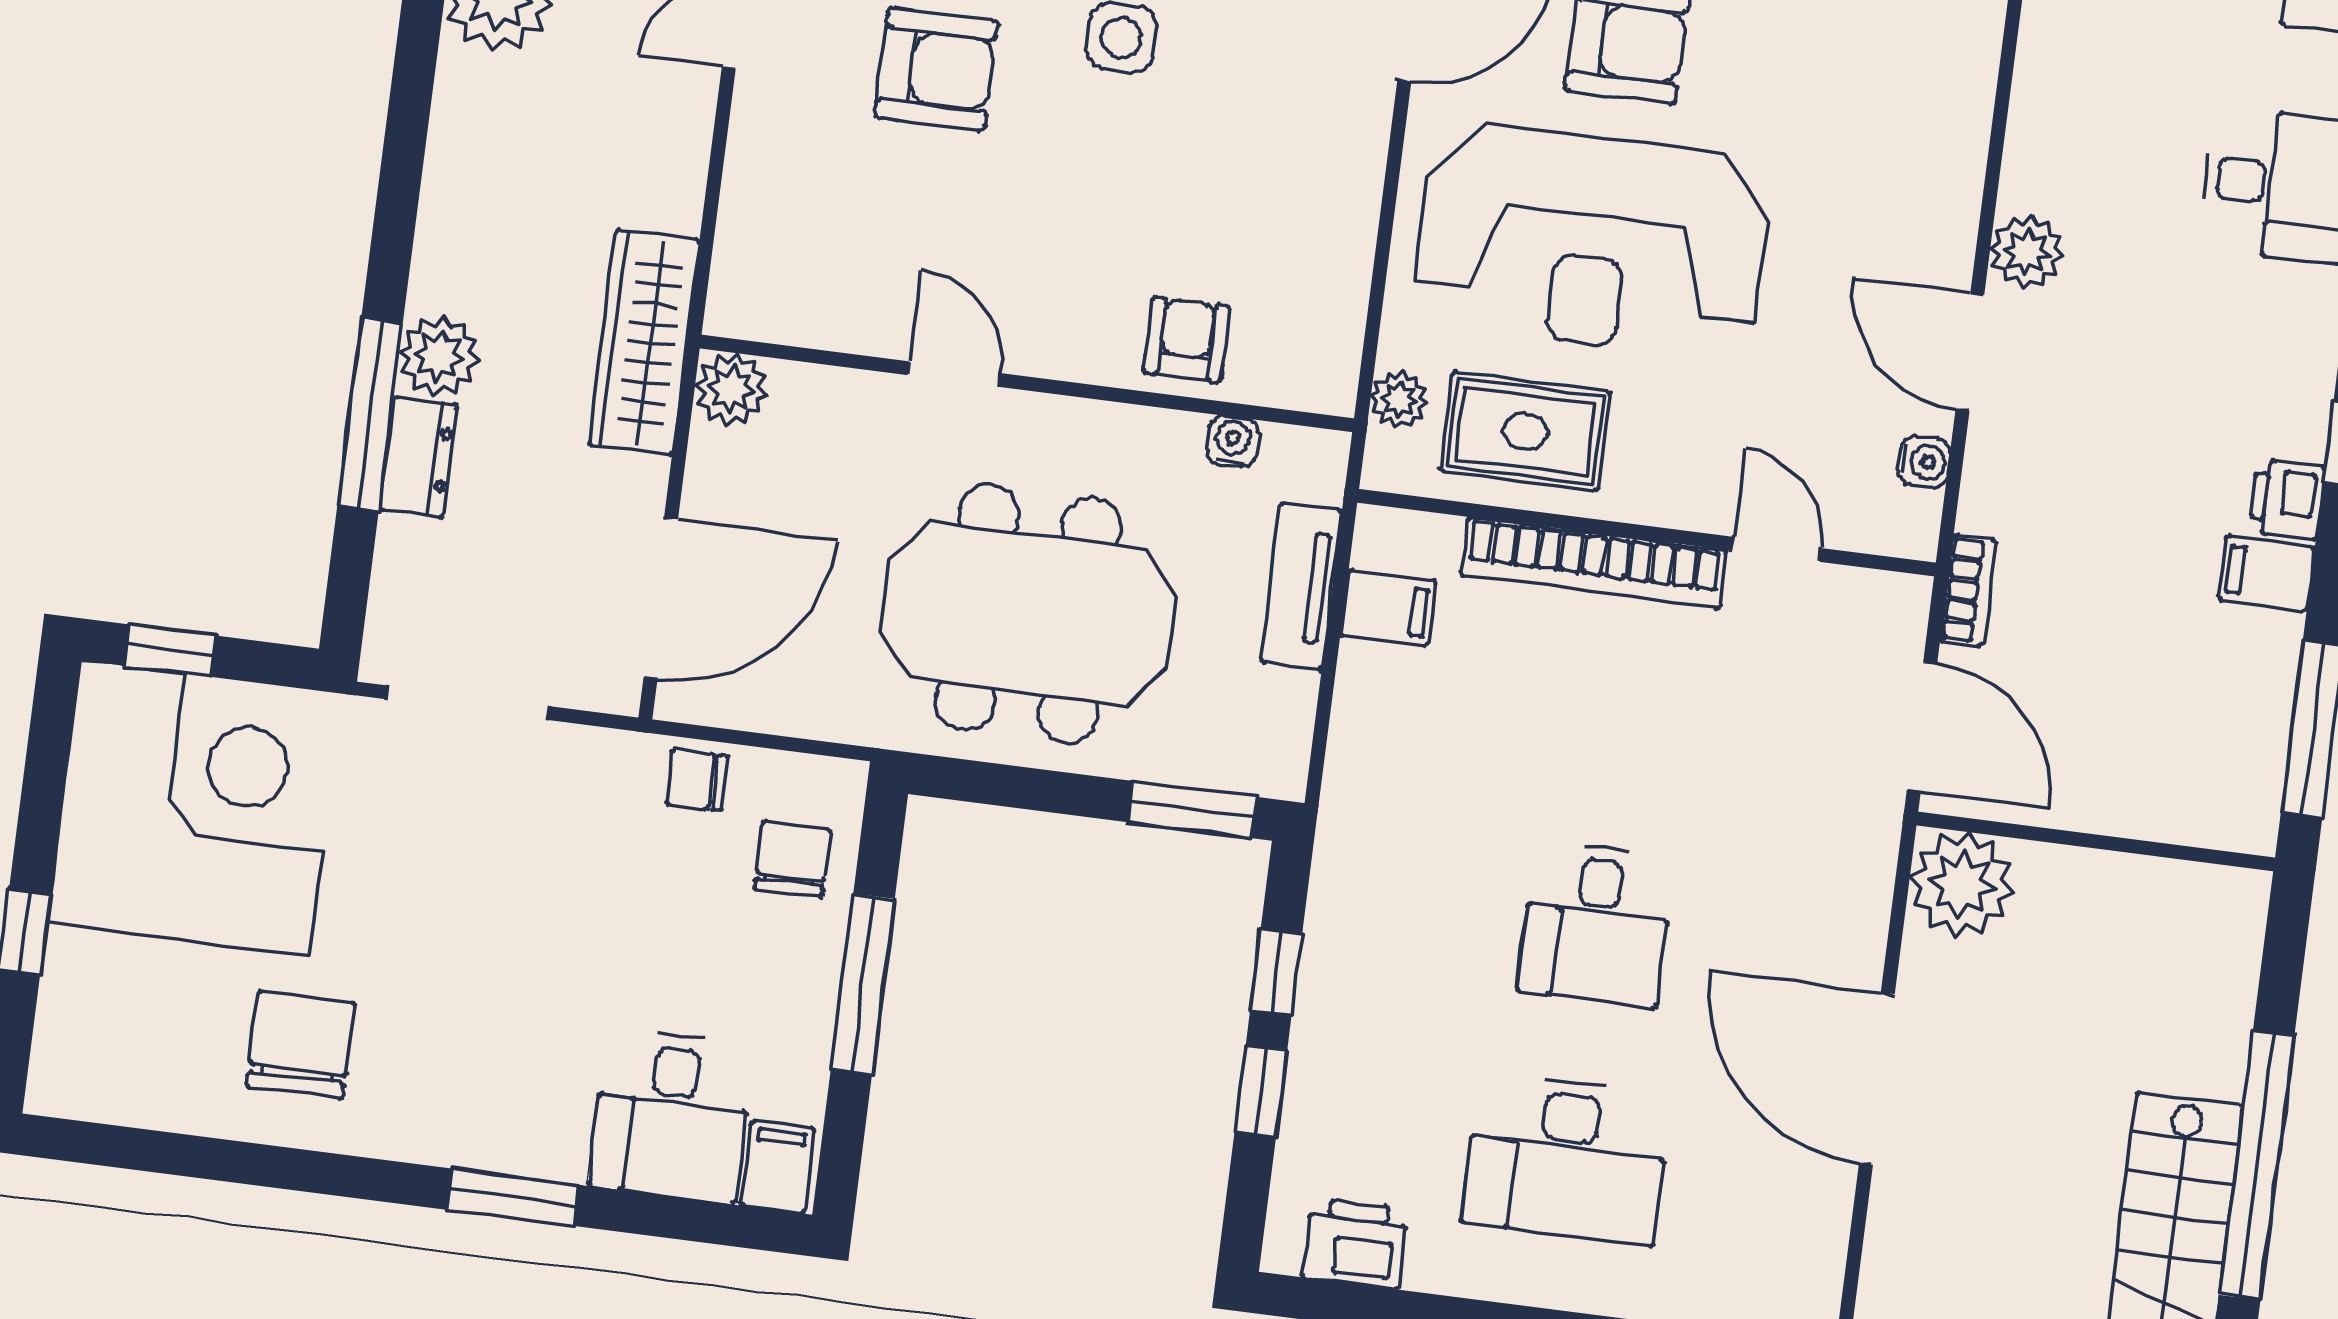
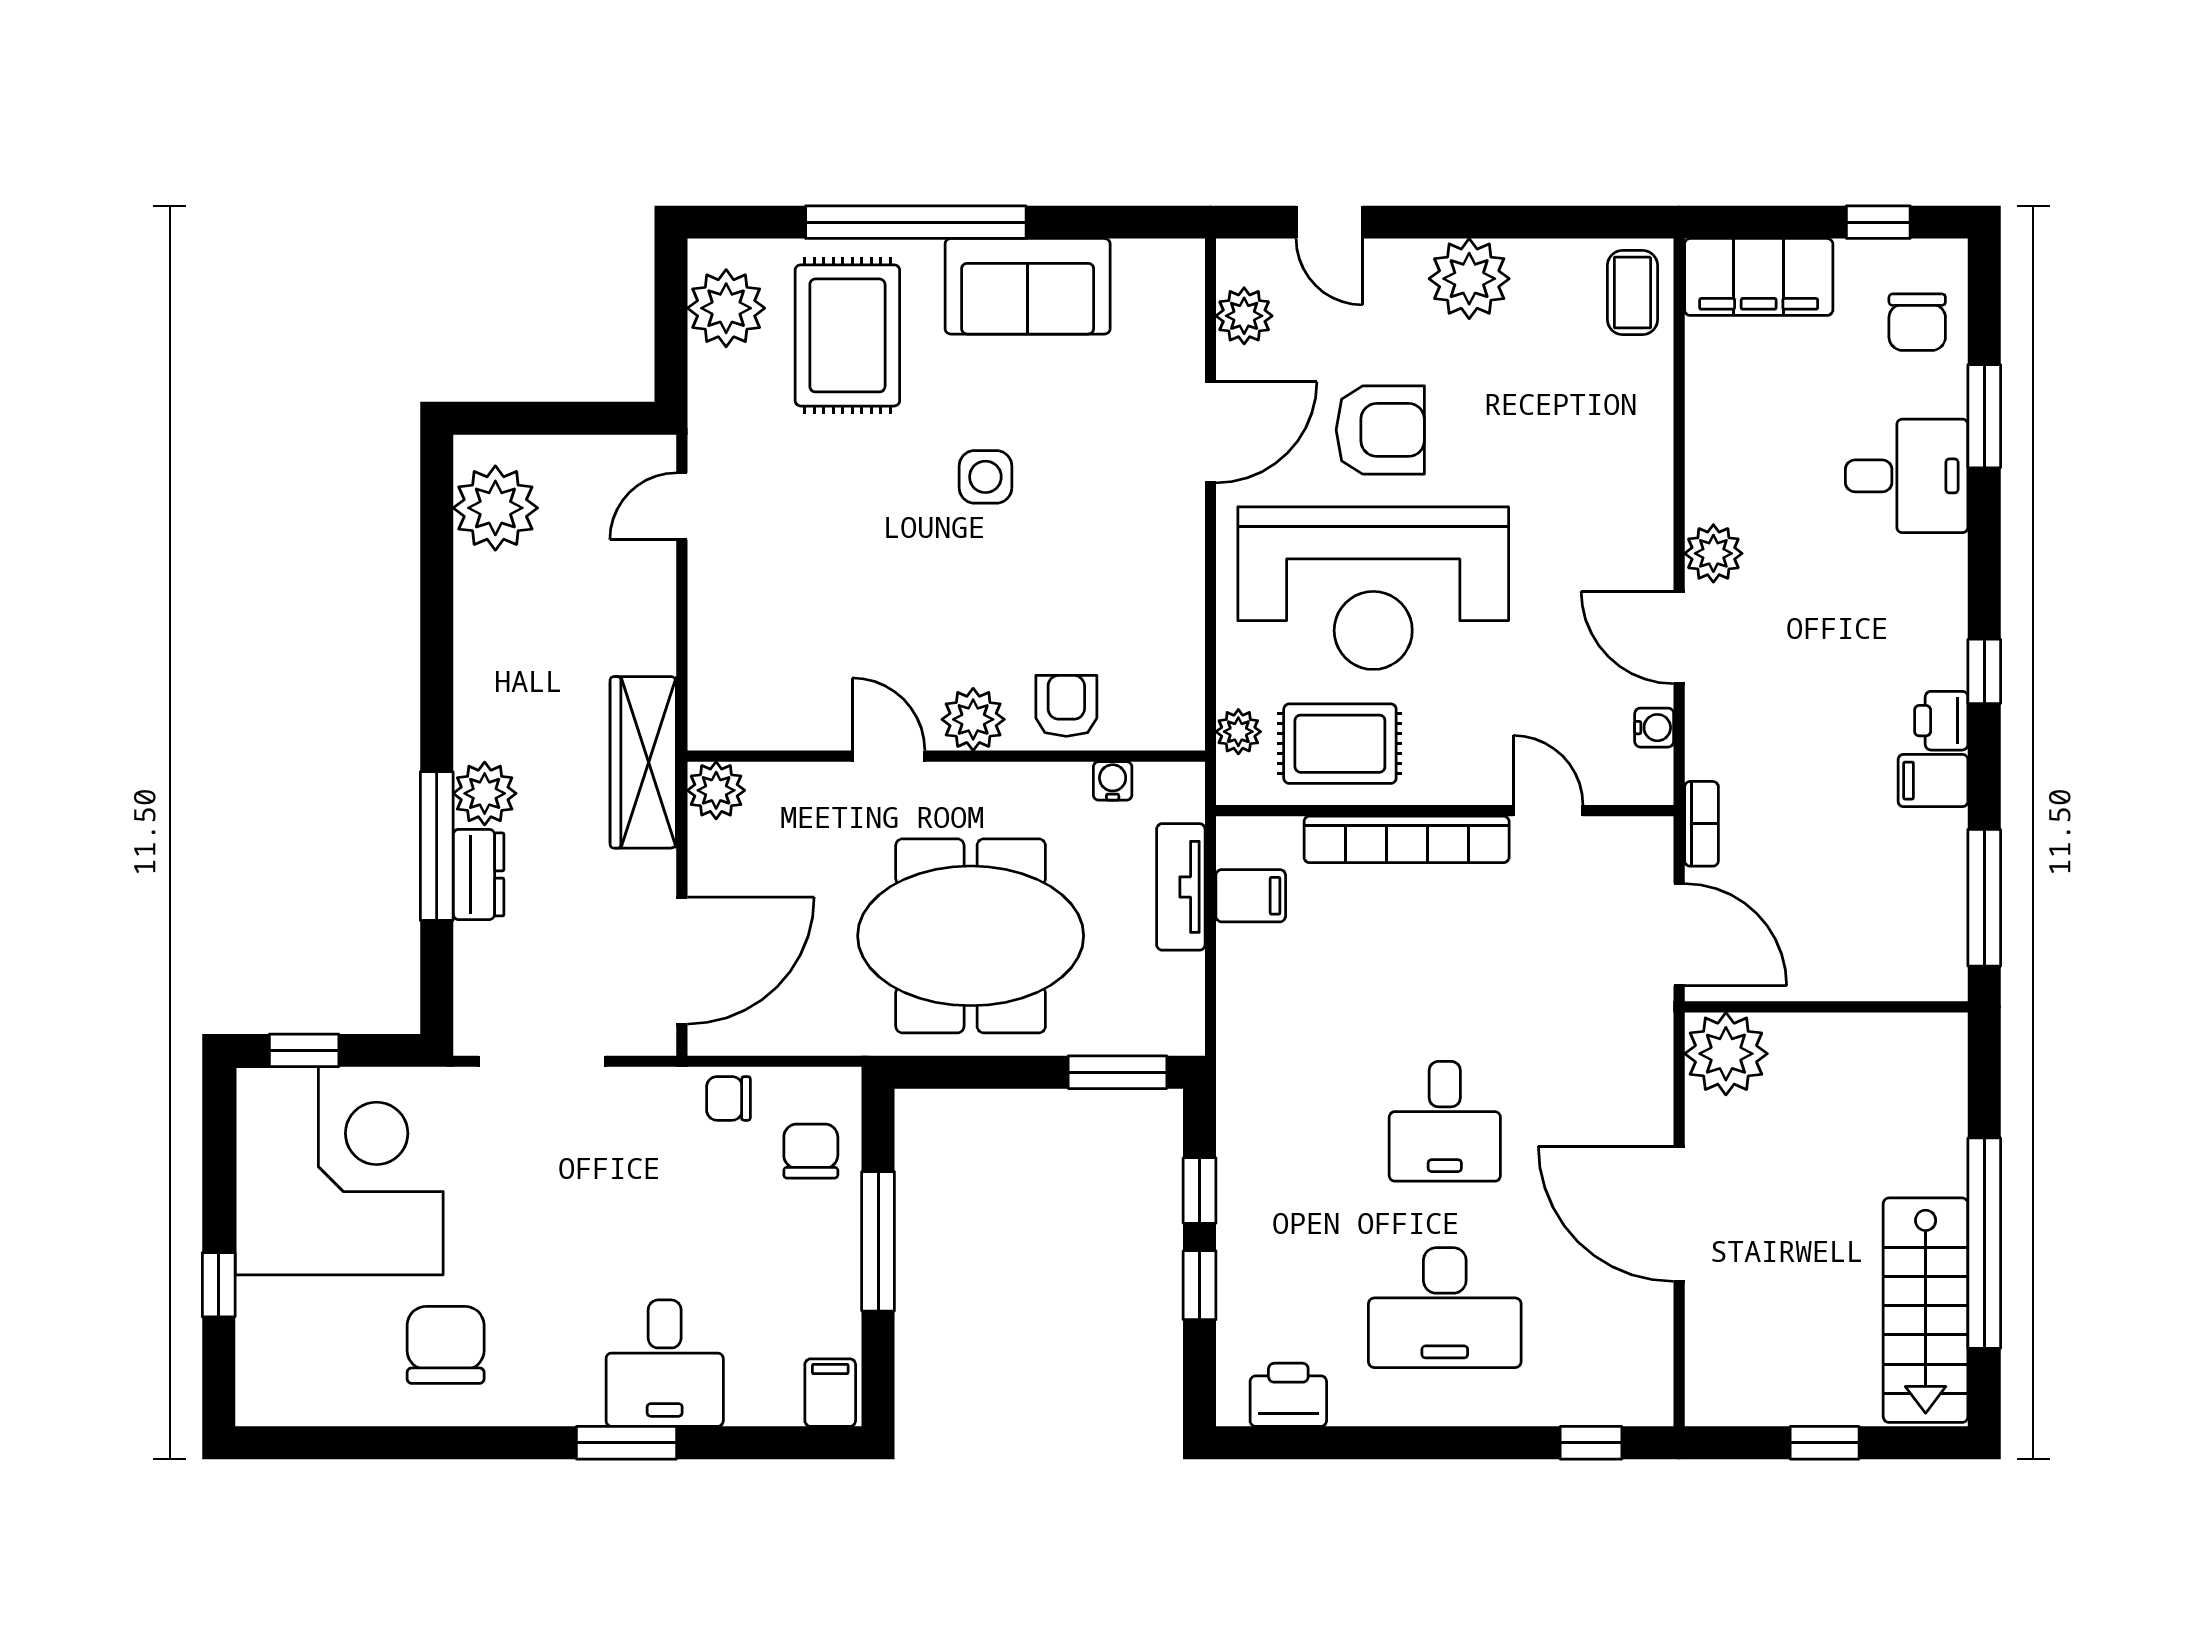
armchair: (936, 69) -> (844, 520), removed
plant: (1067, 341) -> (973, 719), added
desk: (671, 1116) -> (665, 1363), moved

